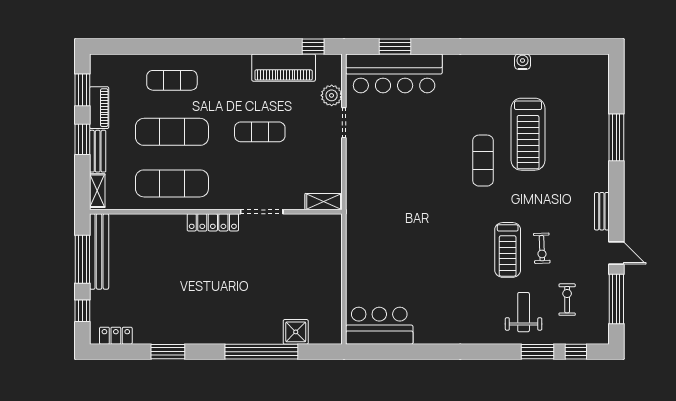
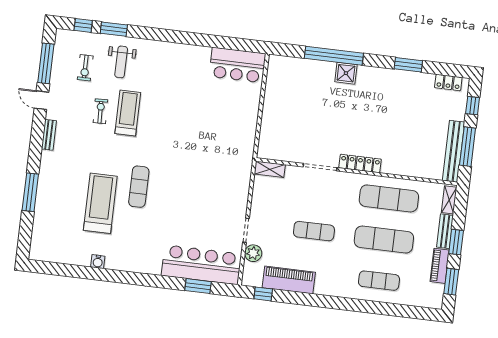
shower: (296, 332) -> (346, 73), moved

